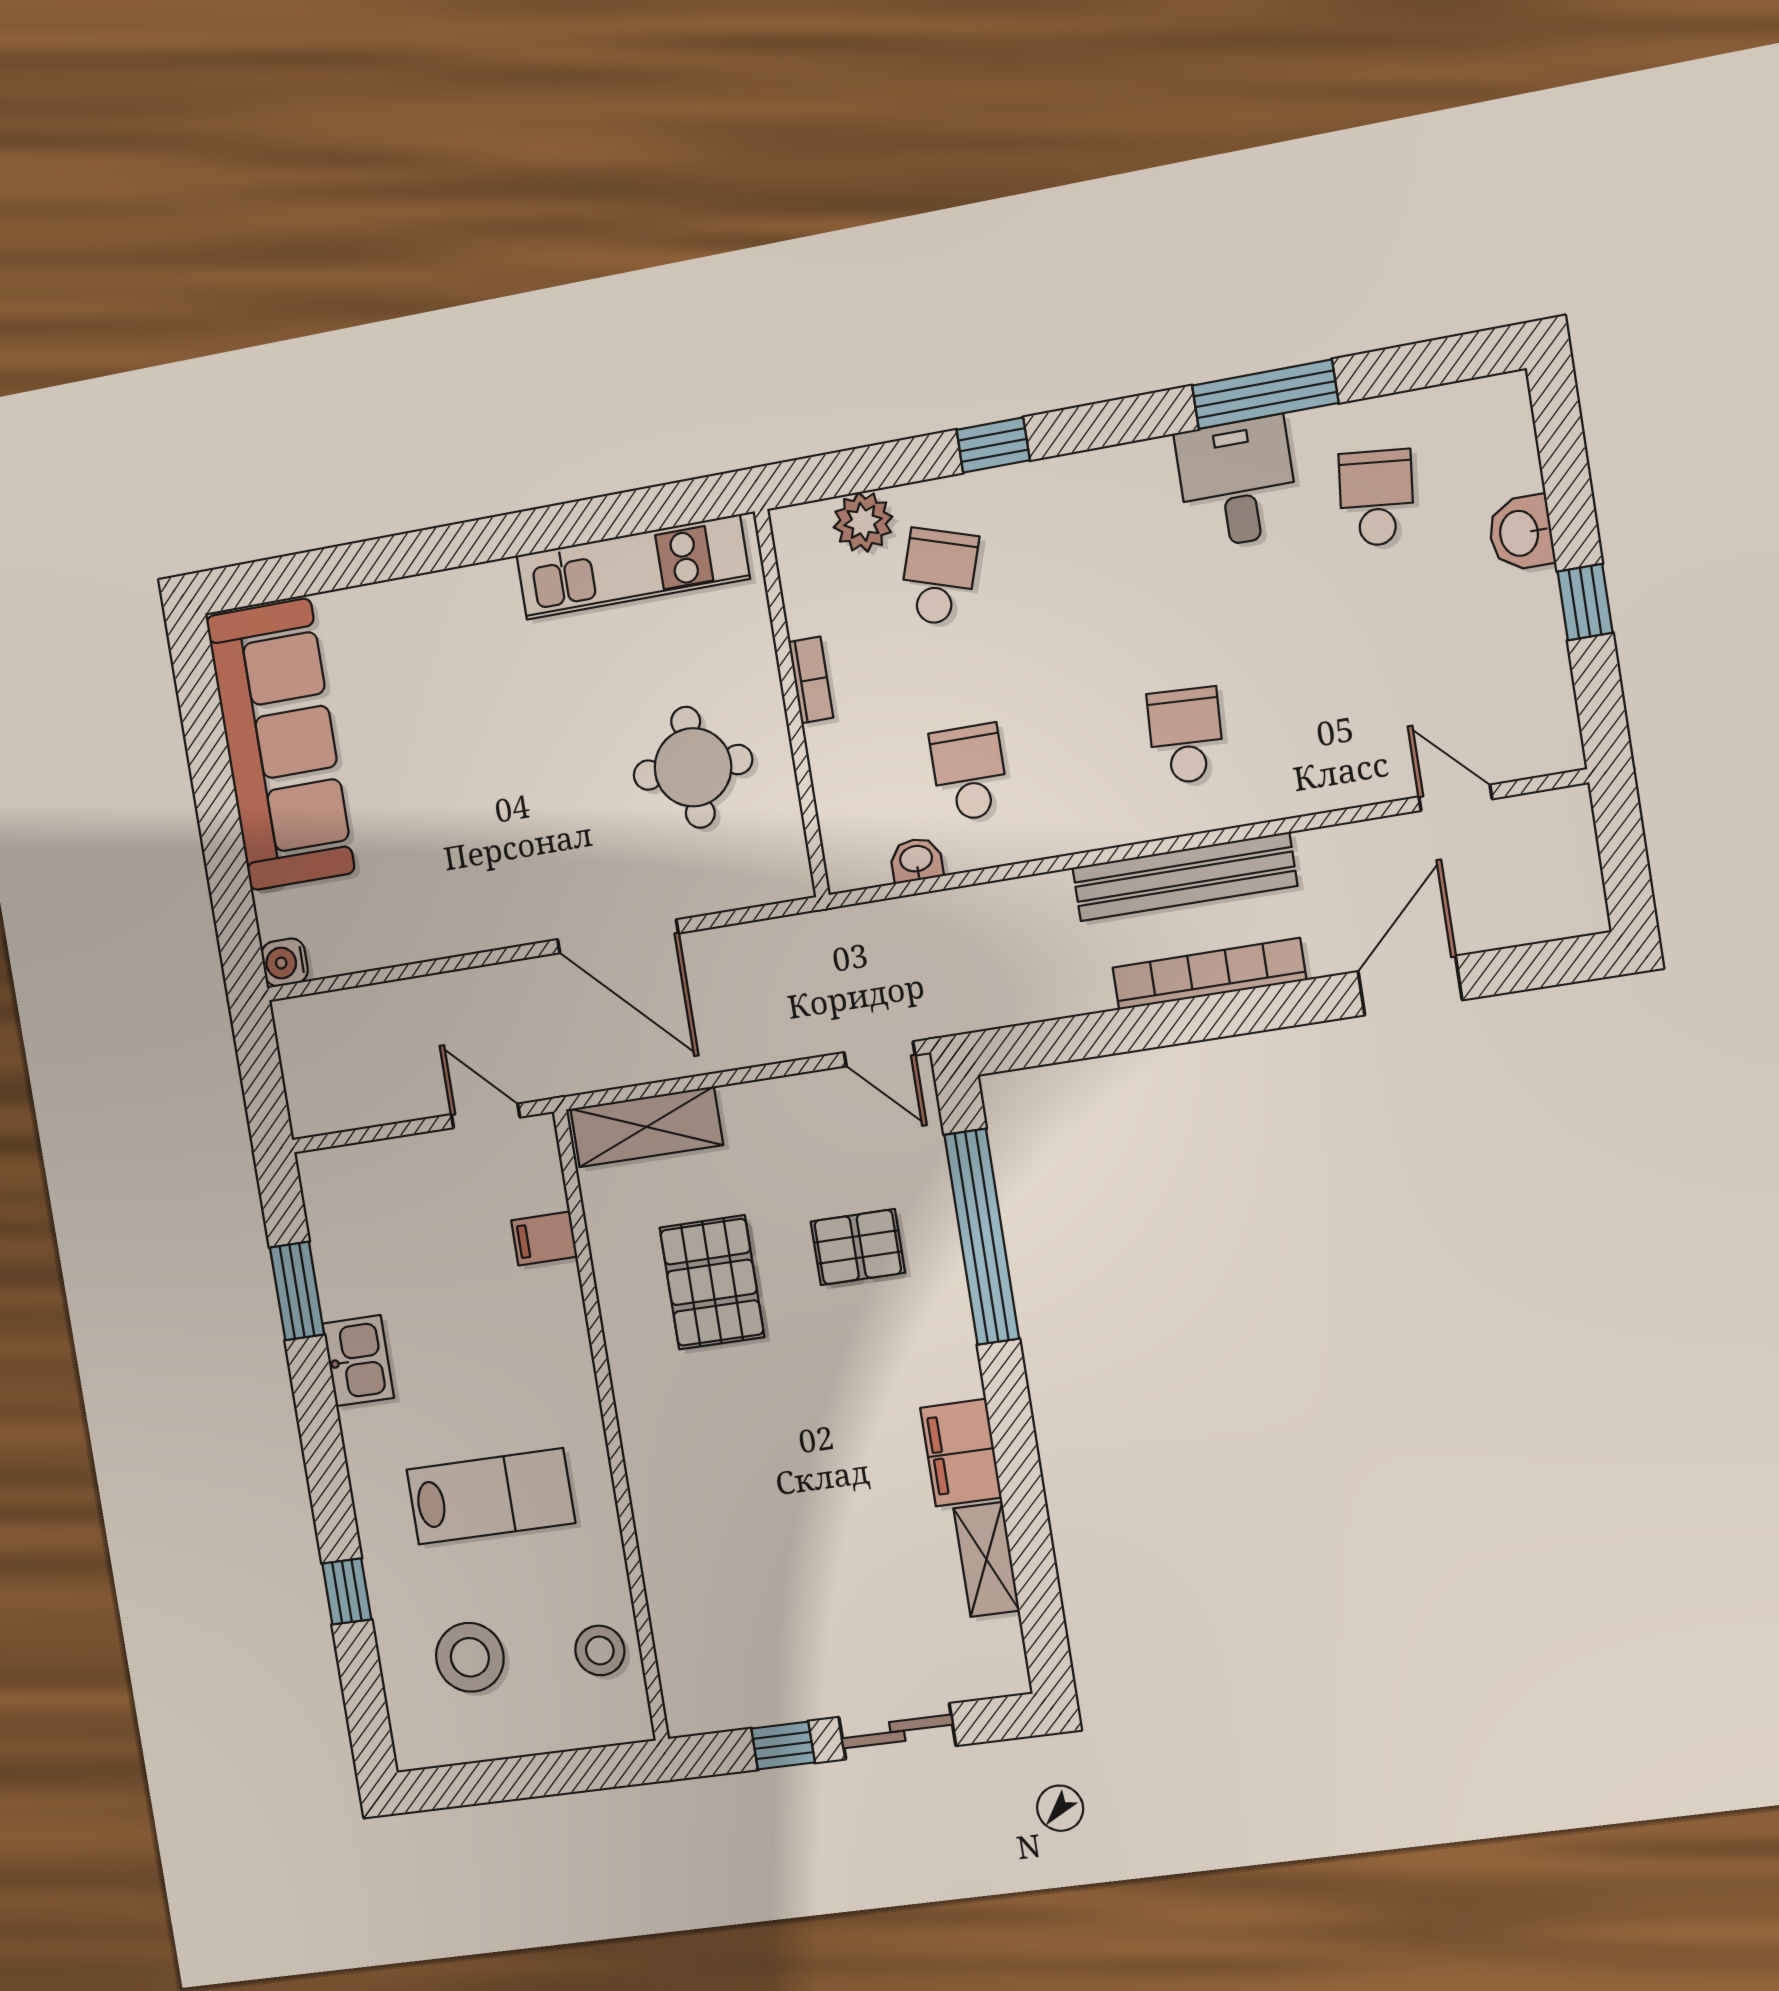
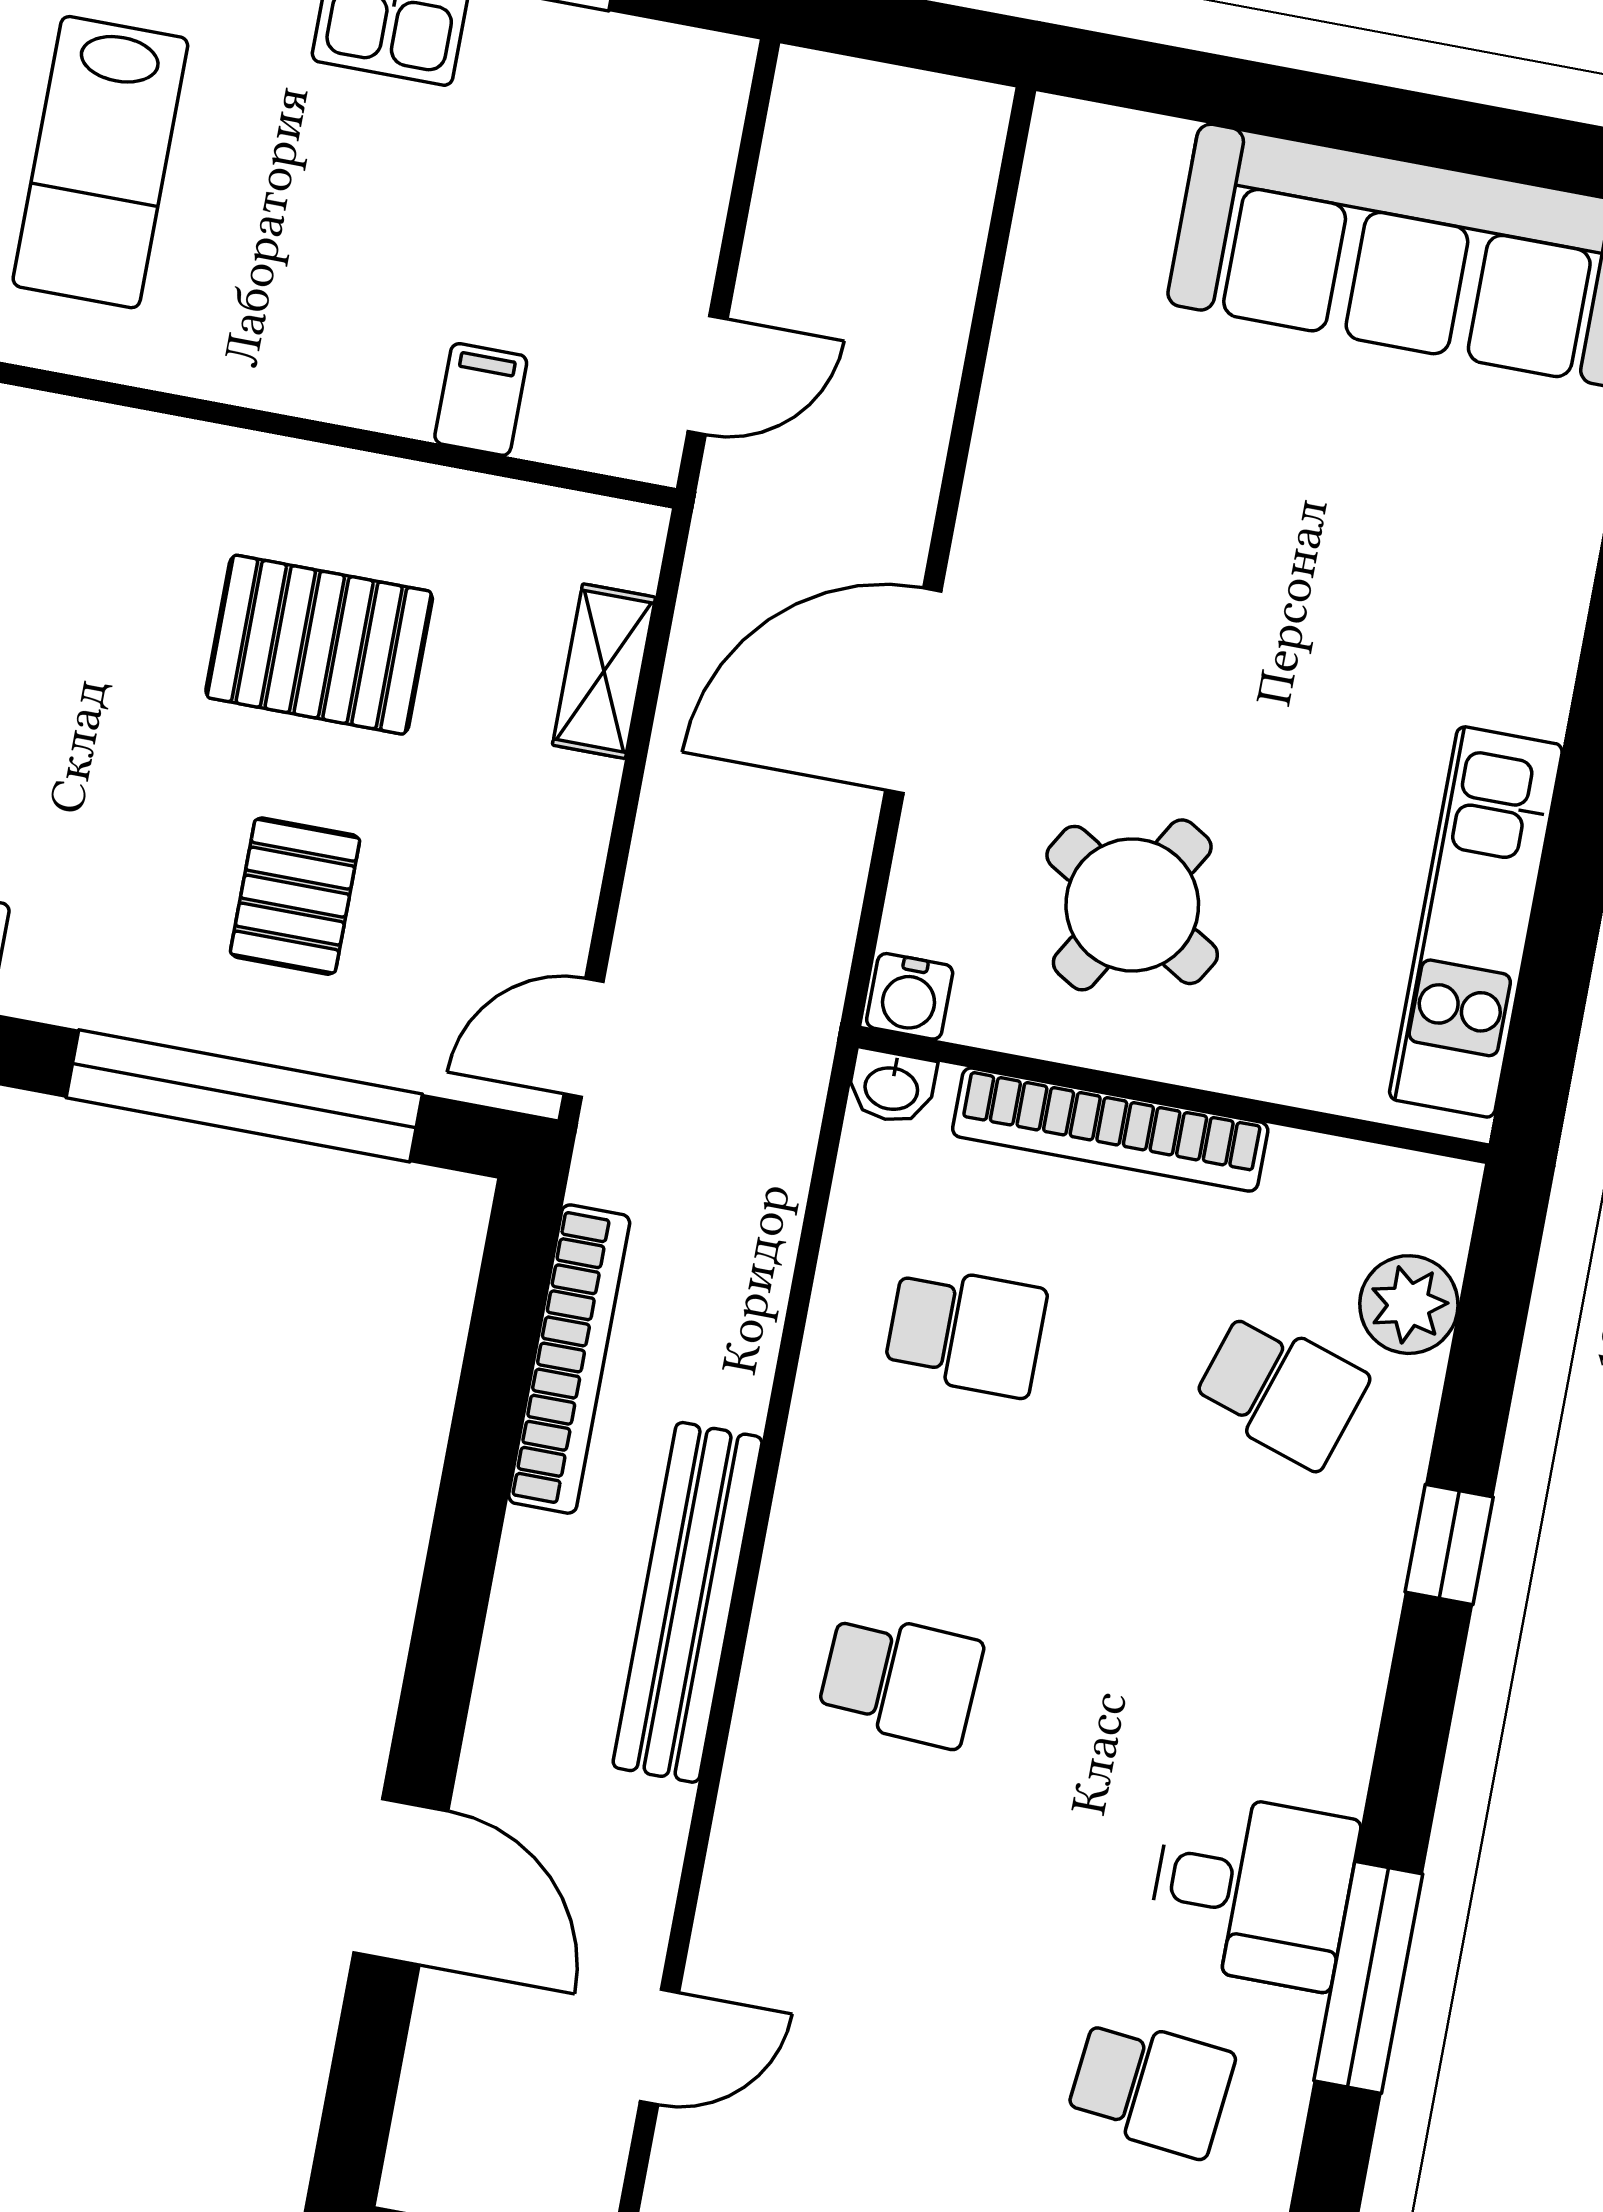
bookcase: (811, 680) -> (1110, 1130), width x2.31, depth x1.31
round table: (693, 767) -> (1132, 905), turned 31
washbasin: (916, 860) -> (892, 1087), moved, turned 90
water cooler: (285, 962) -> (910, 996), moved, turned 180
bookcase: (1209, 974) -> (569, 1359), moved
shelving: (647, 1127) -> (604, 671), width x0.67, depth x0.75

